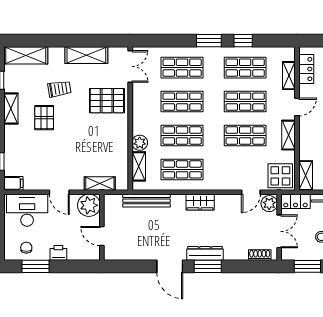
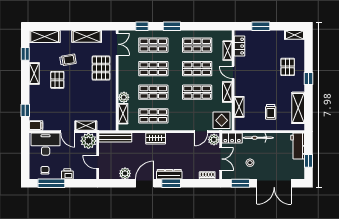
window: (243, 41) -> (142, 26), moved
pallet: (107, 101) -> (101, 68), turned 90
door: (297, 107) -> (233, 72), swing flipped
shelving: (306, 175) -> (239, 107), moved
shelving: (100, 183) -> (86, 126), moved
bench: (147, 201) -> (115, 138), moved
wardrobe: (200, 202) -> (156, 139), moved
plant: (141, 252) -> (125, 173), added
window: (36, 266) -> (51, 183), width x1.44
door: (170, 266) -> (145, 183), swing flipped

